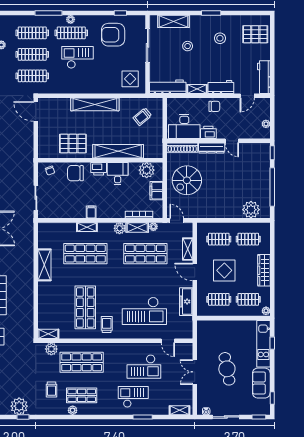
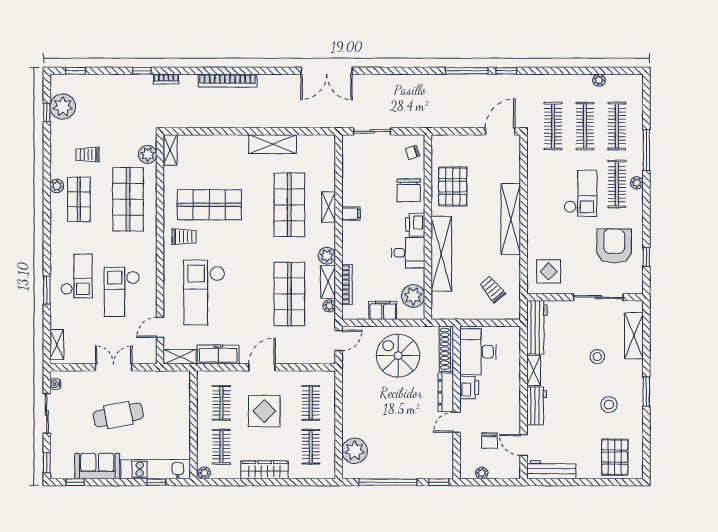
chair: (214, 106) -> (490, 441), moved
chair: (75, 173) -> (409, 190), turned 180
shelving: (188, 249) -> (180, 357), moved

